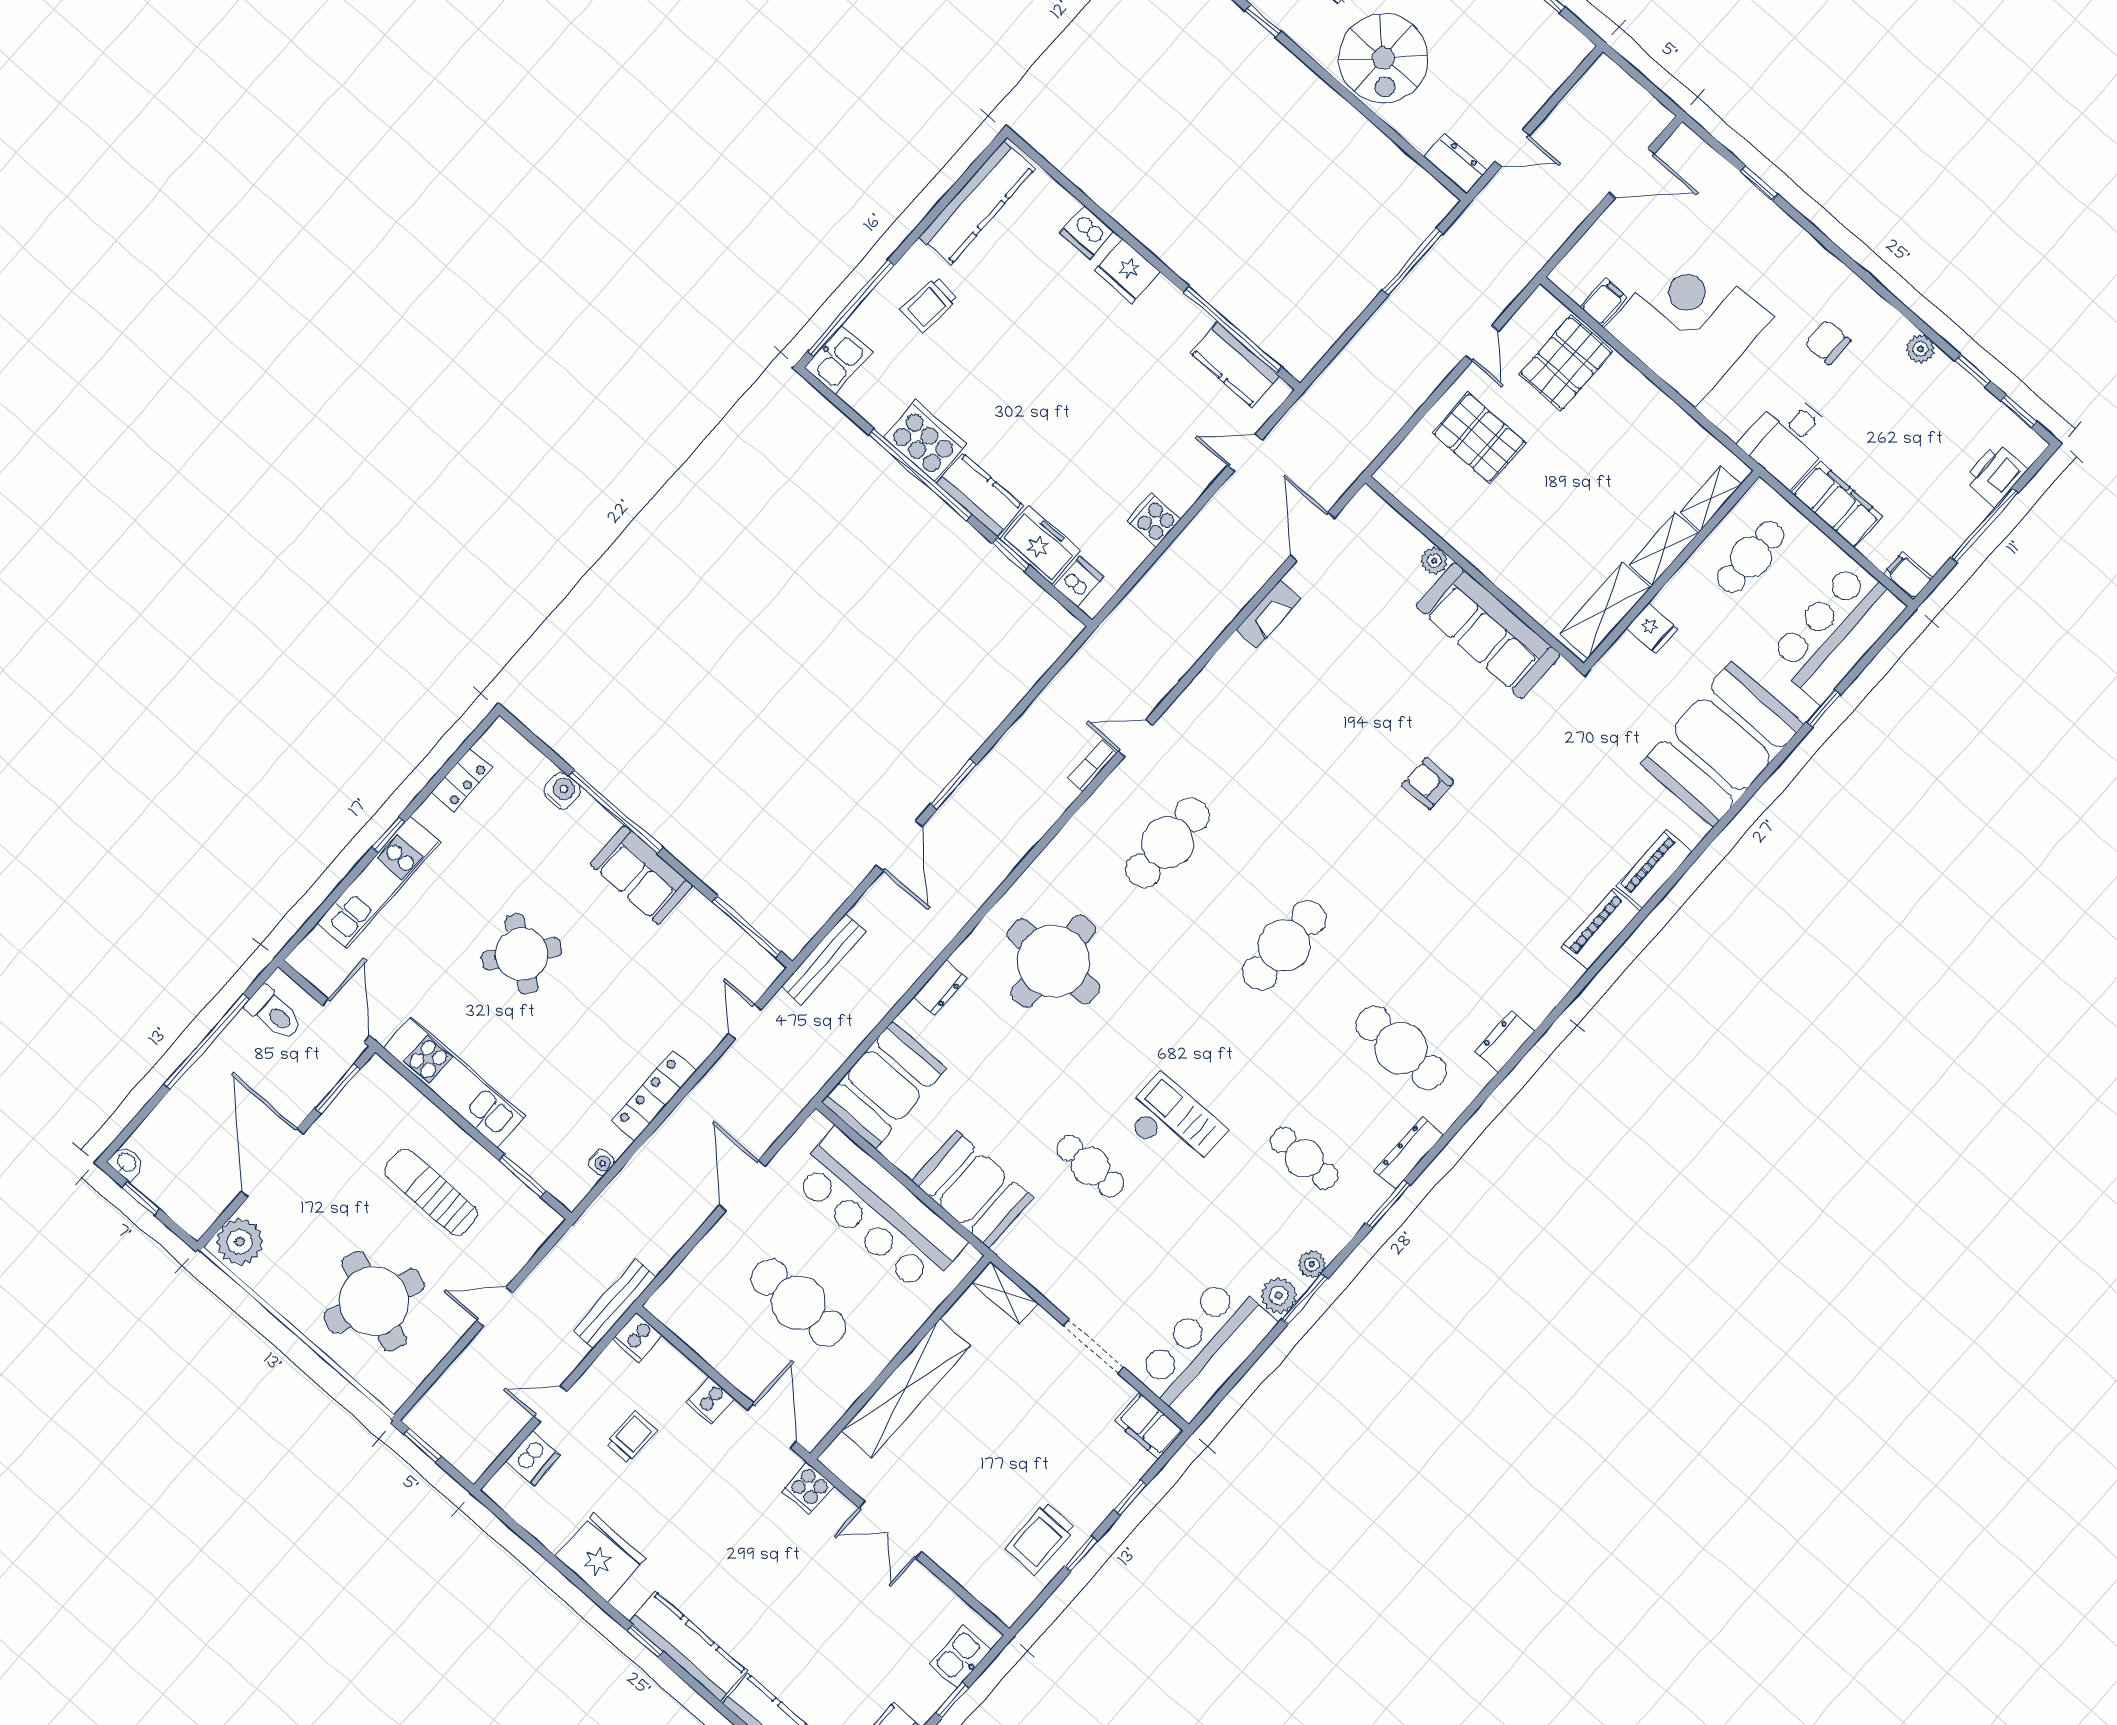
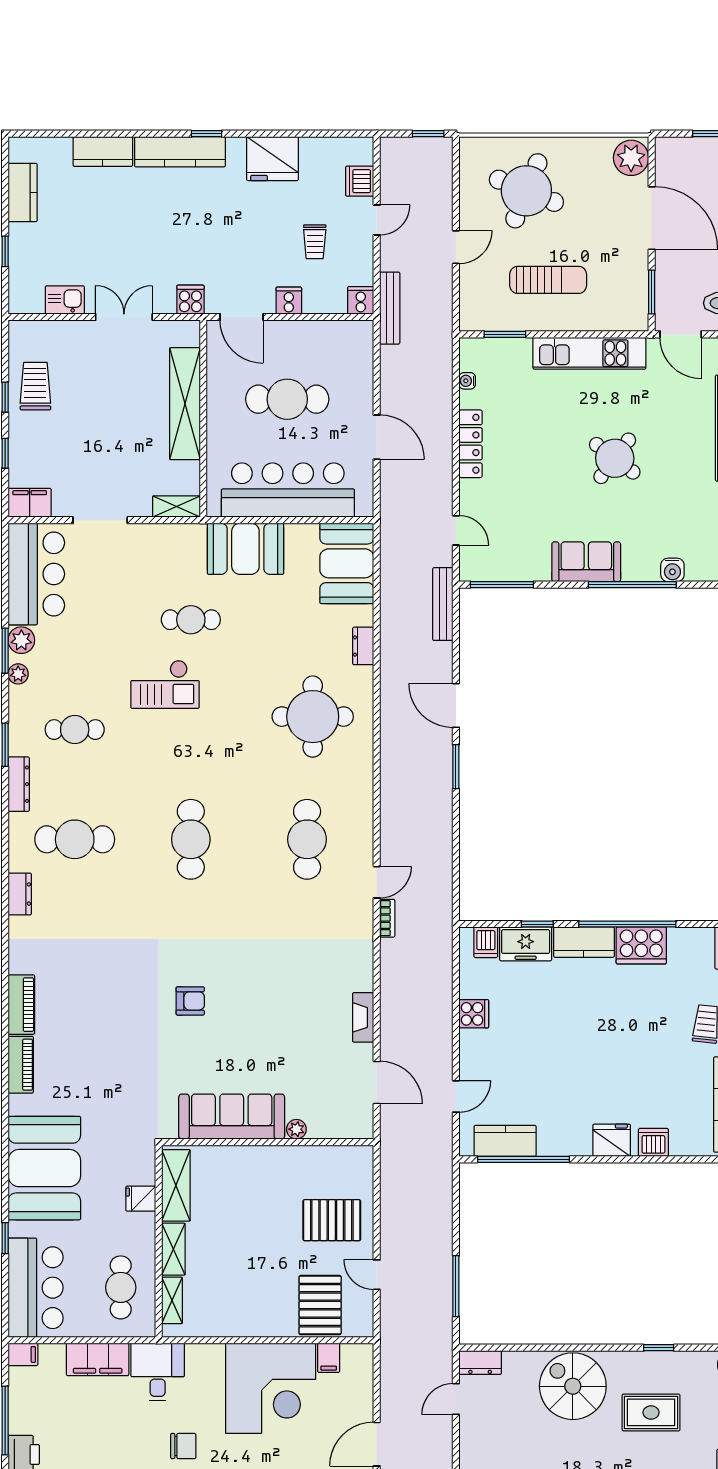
bookcase: (1092, 766) -> (387, 918), moved
kitchen sink: (960, 1657) -> (65, 300), moved, turned -90

